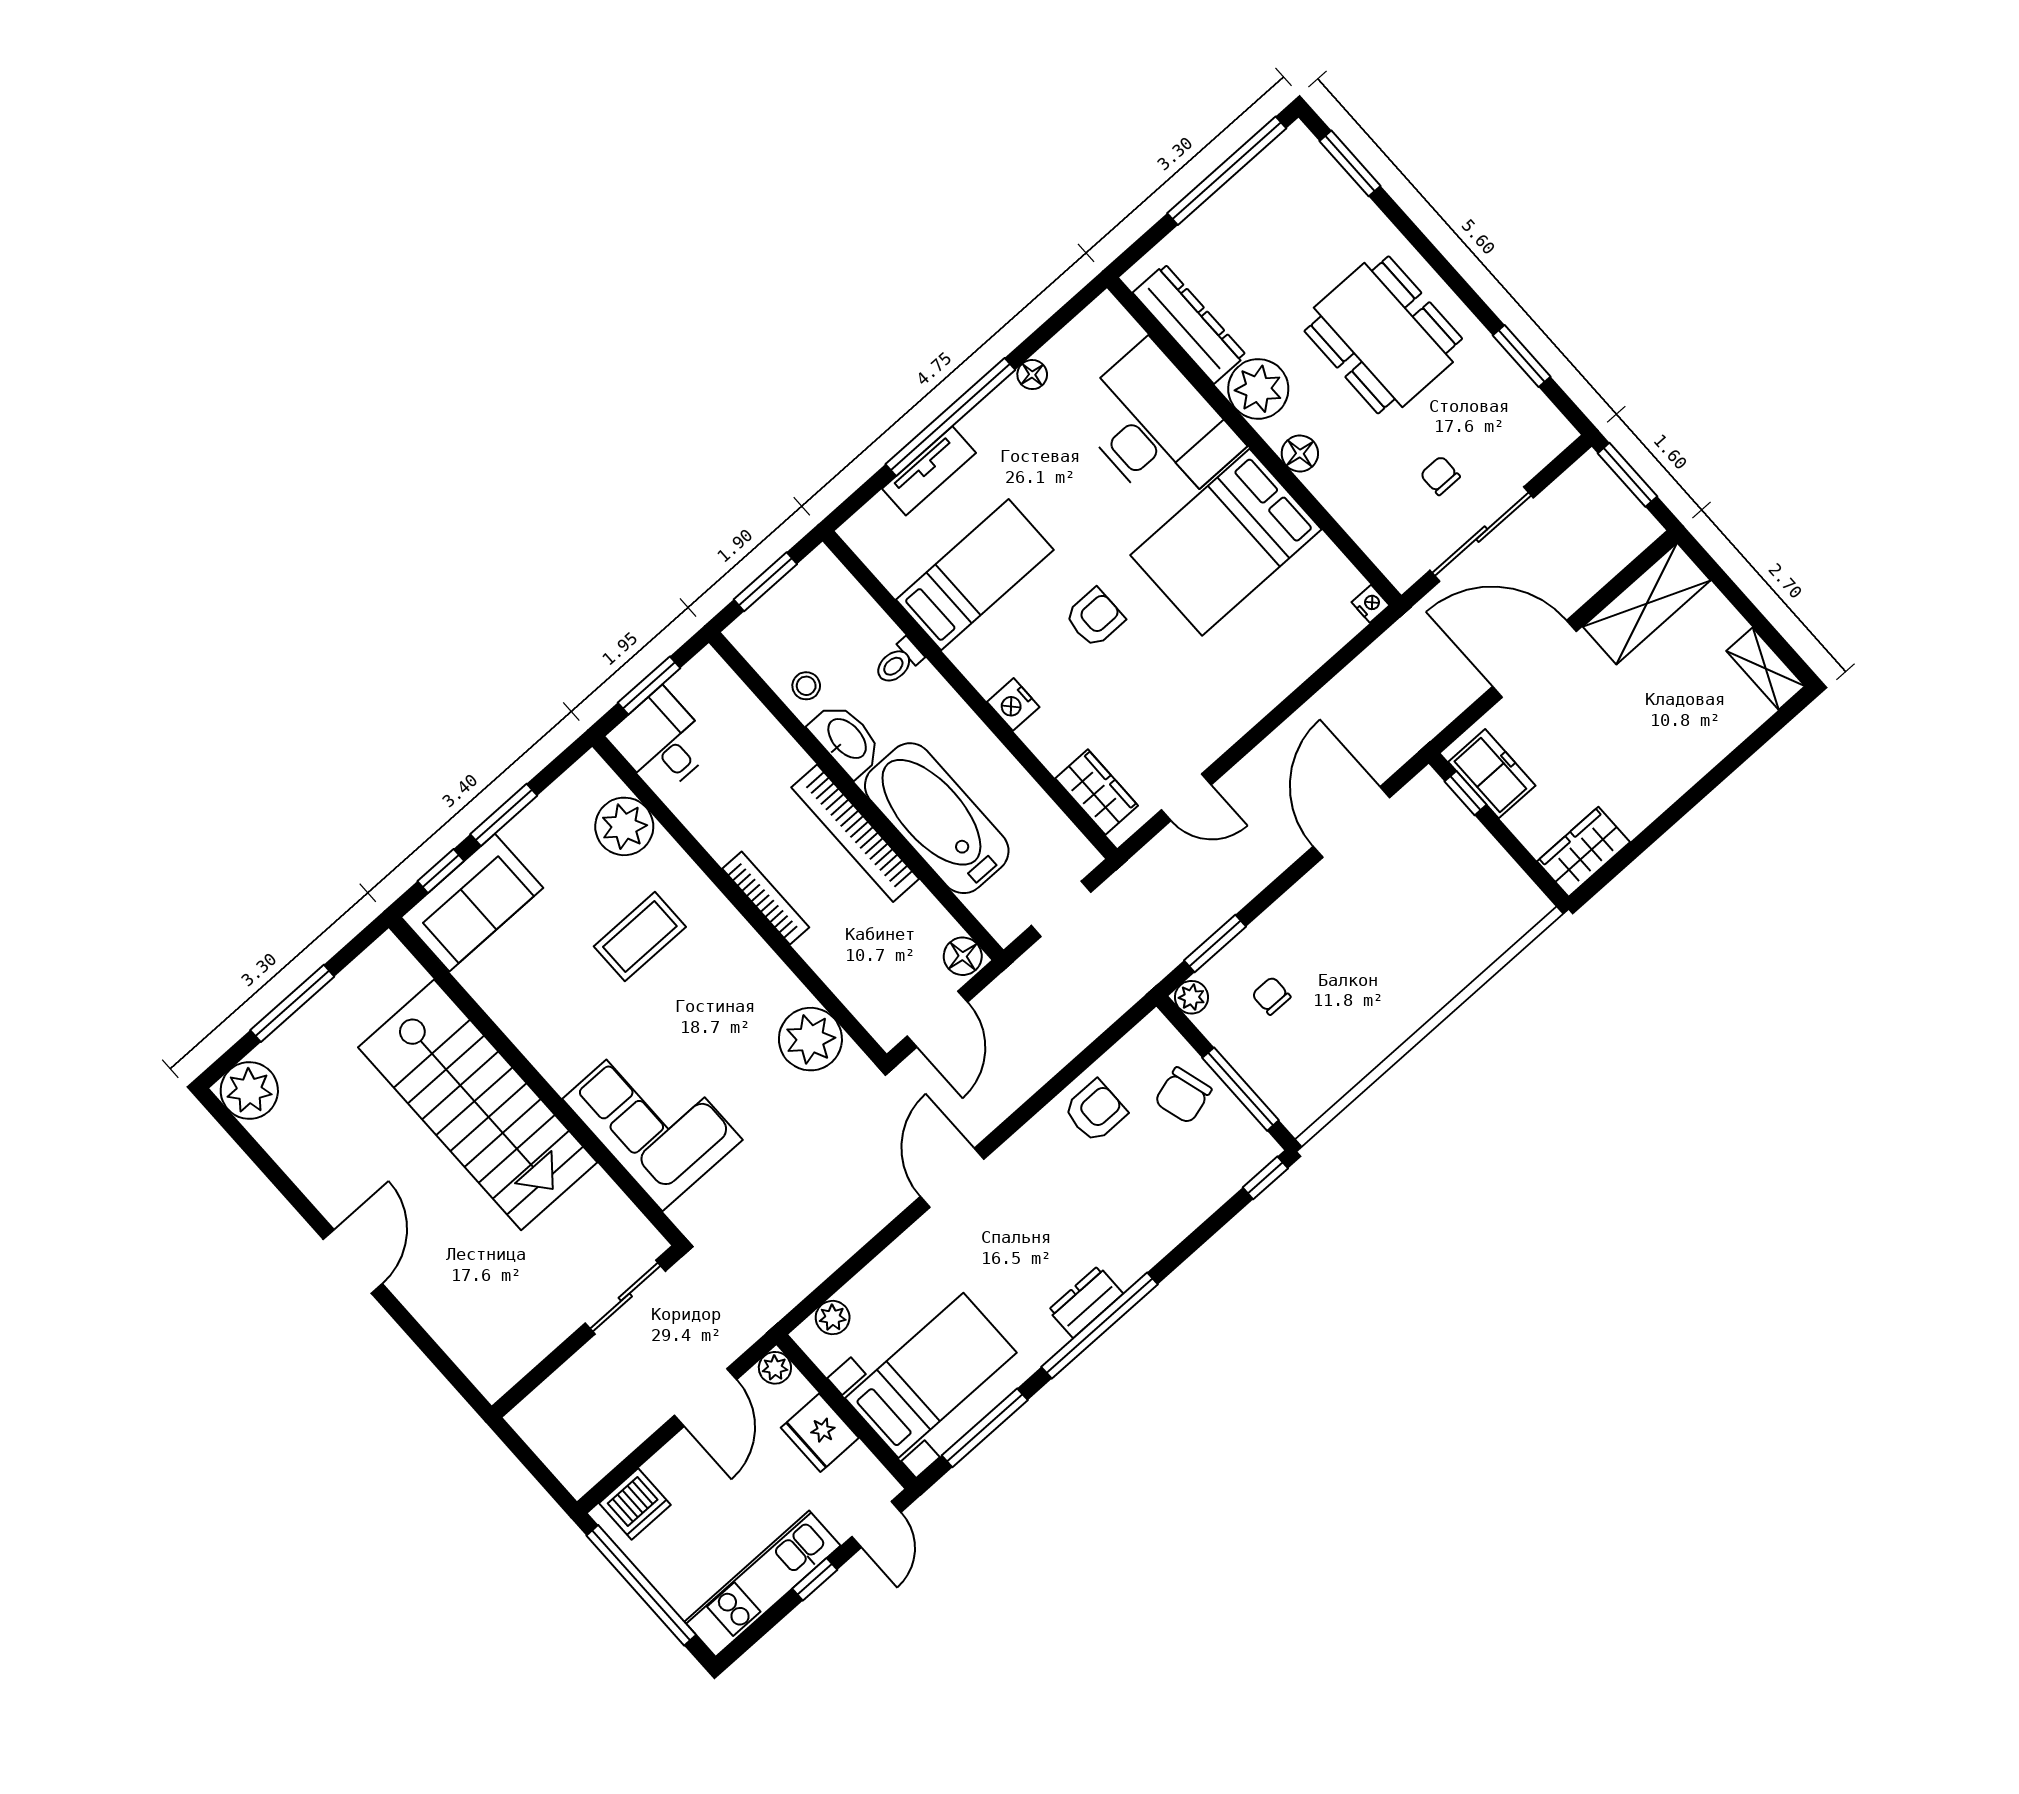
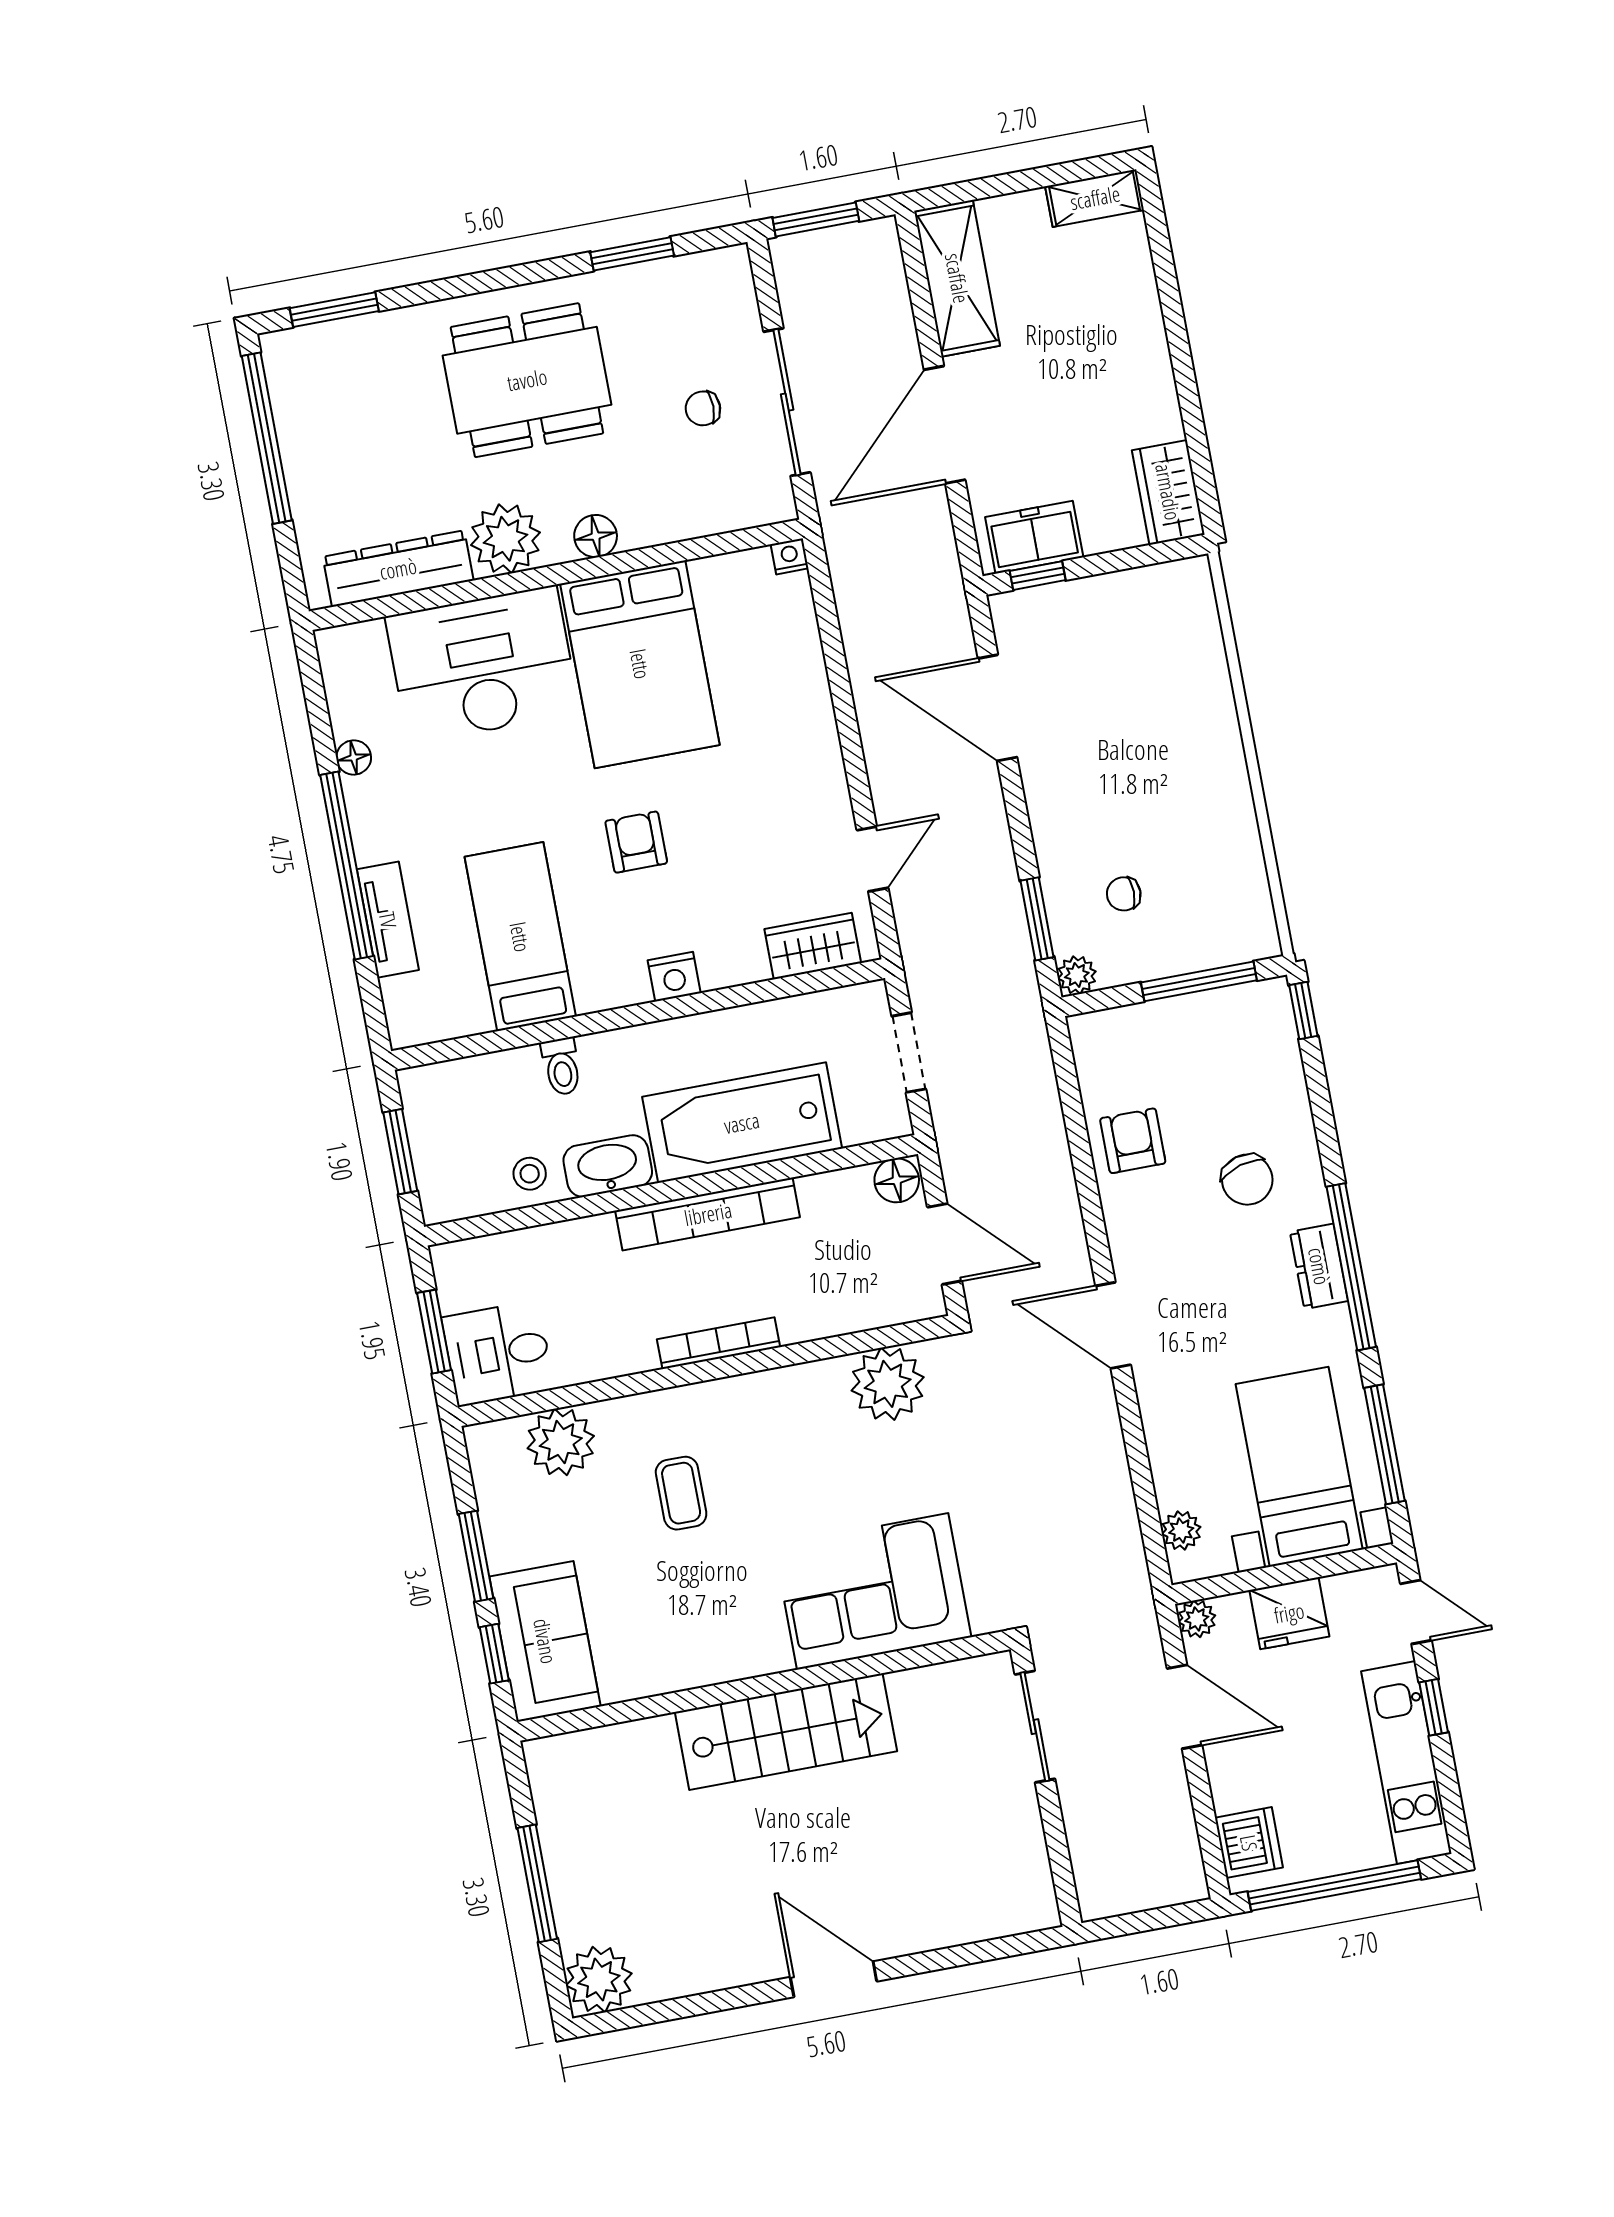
coffee table: (640, 937) -> (681, 1493), width x0.73, depth x0.77
chair: (1183, 1096) -> (1247, 1180), moved
stairs: (478, 1105) -> (786, 1732), width x0.73, depth x0.66

